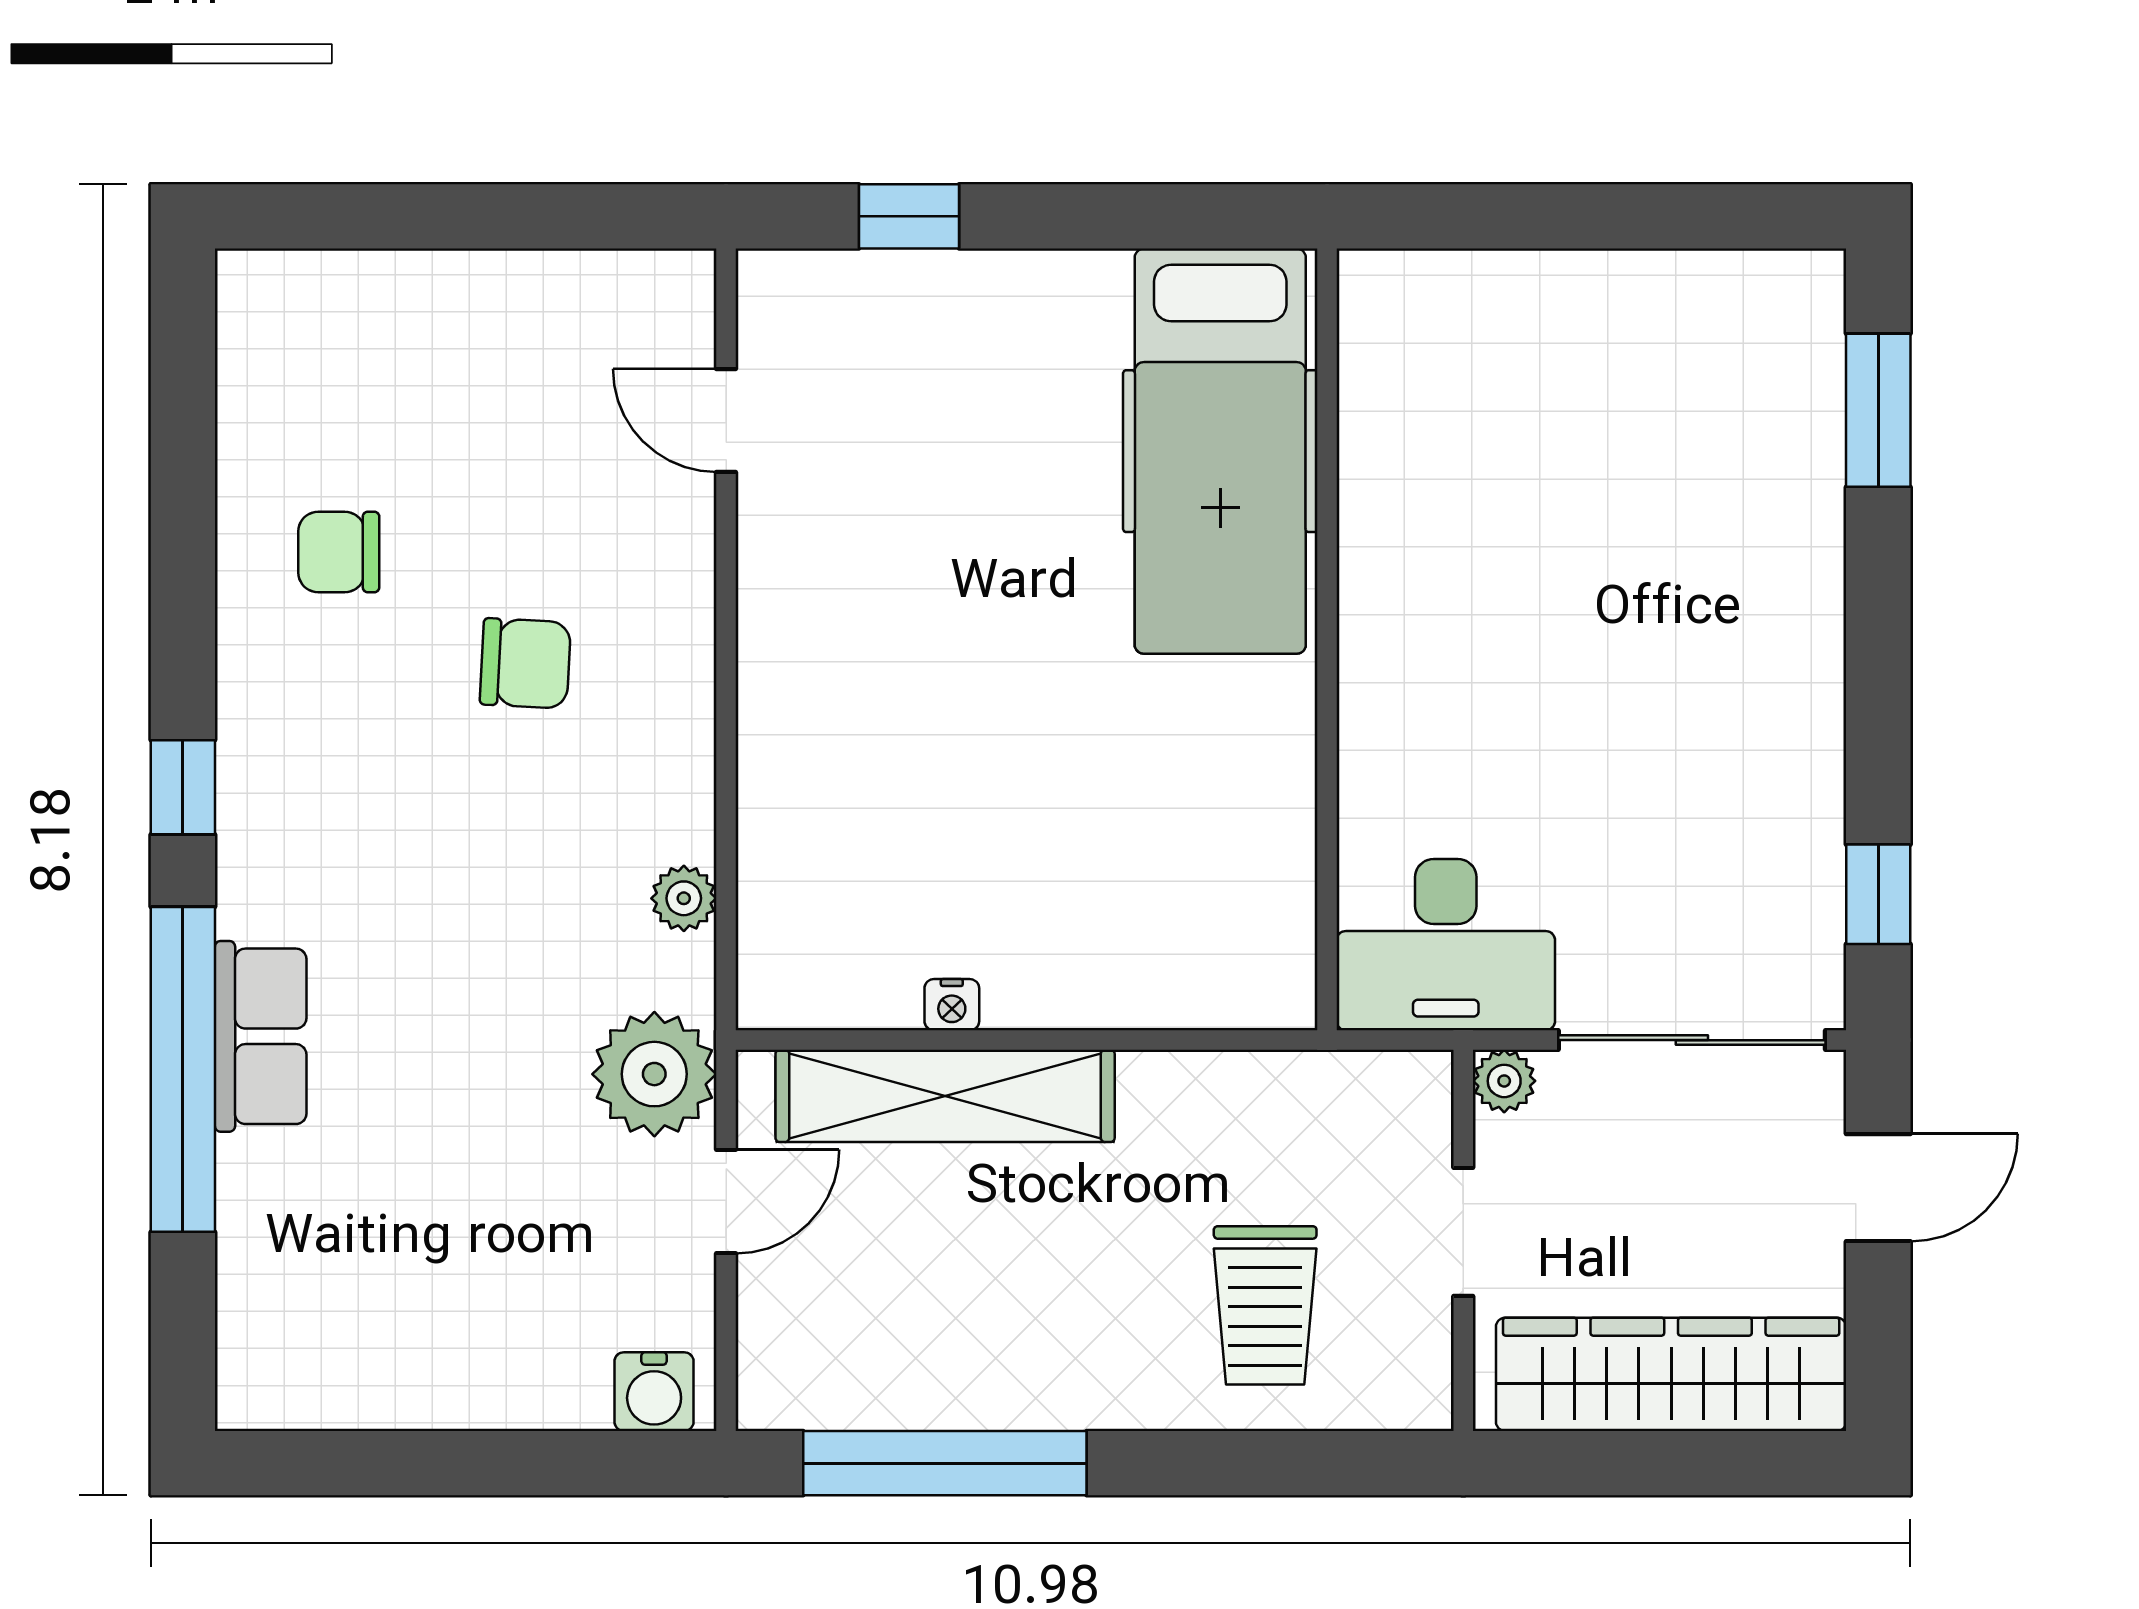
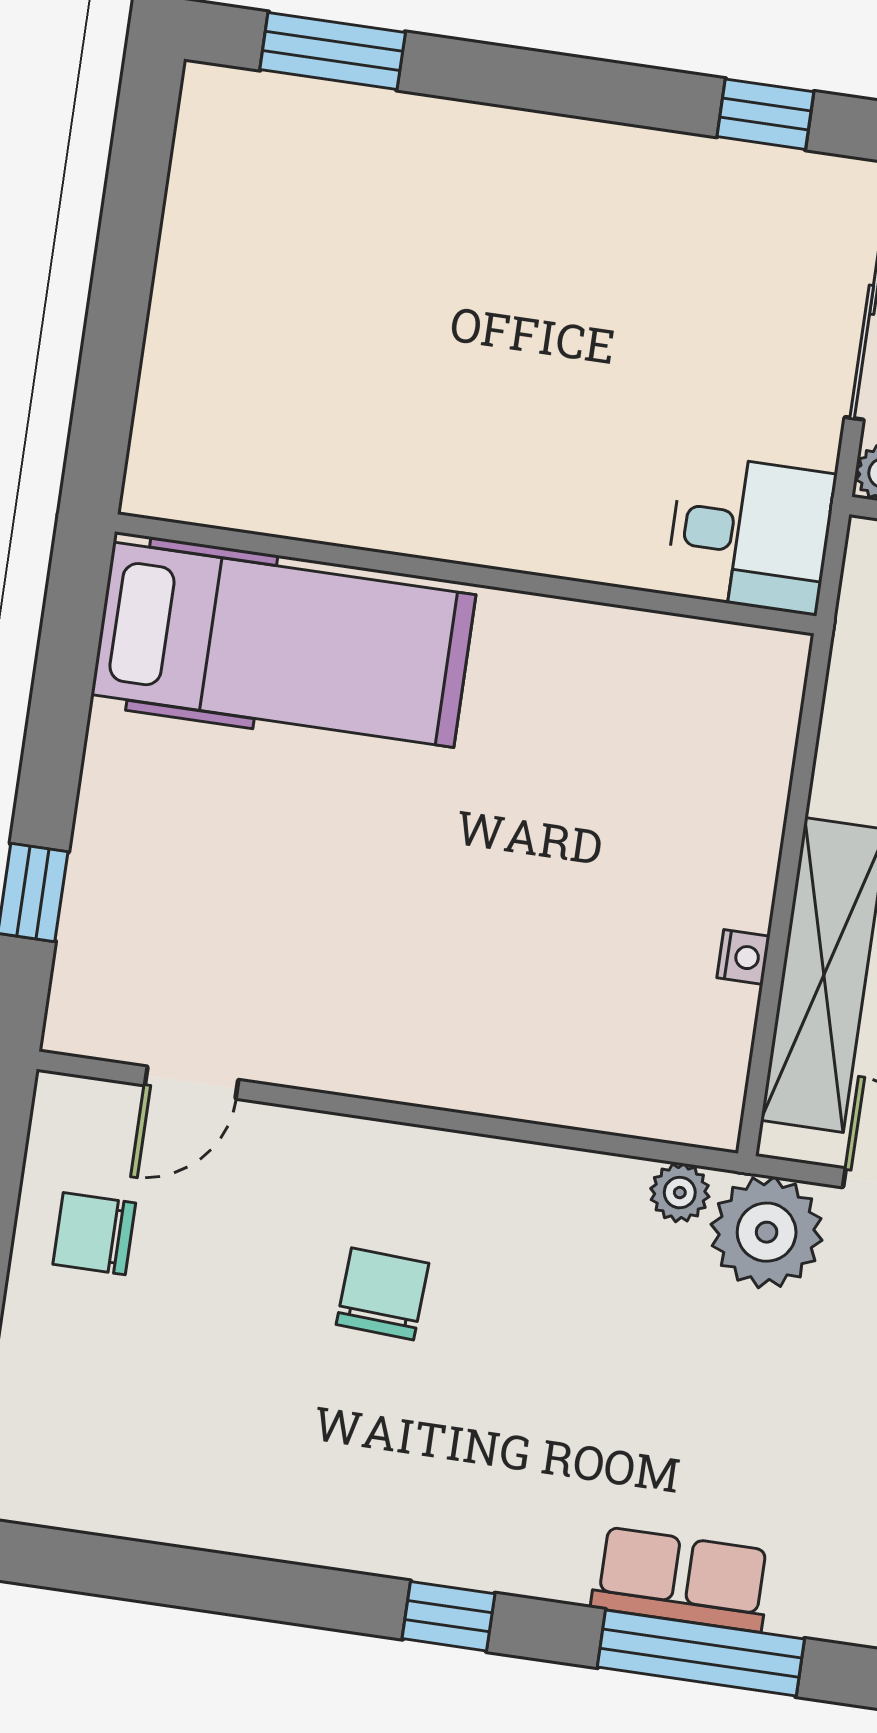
chair: (339, 552) -> (94, 1234), moved, turned 90
plant: (684, 898) -> (680, 1193), moved
desk: (1446, 945) -> (750, 534), width x0.73
window: (183, 1069) -> (701, 1653), width x0.68

